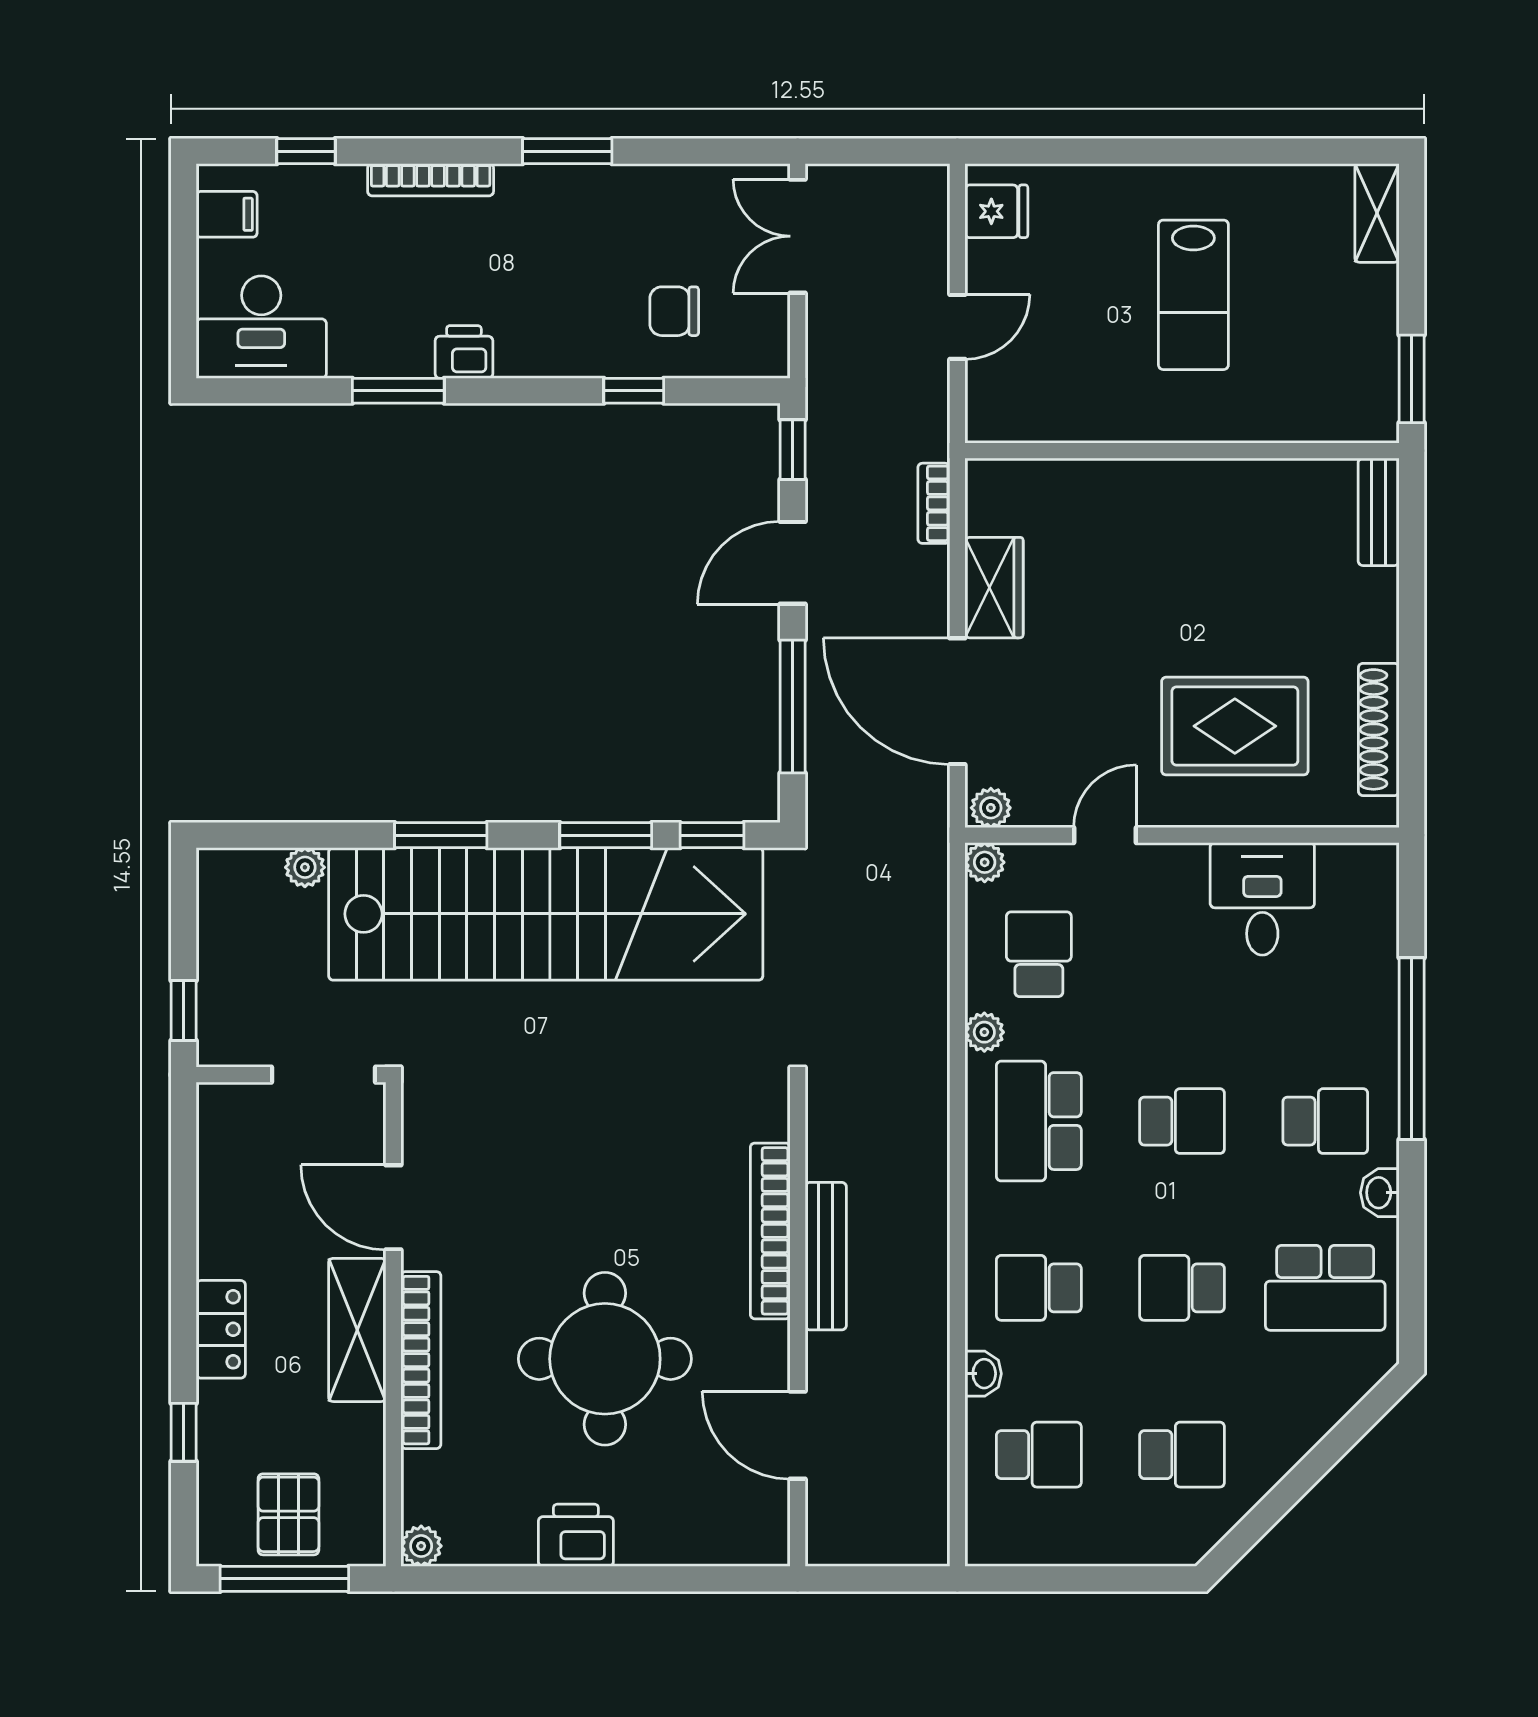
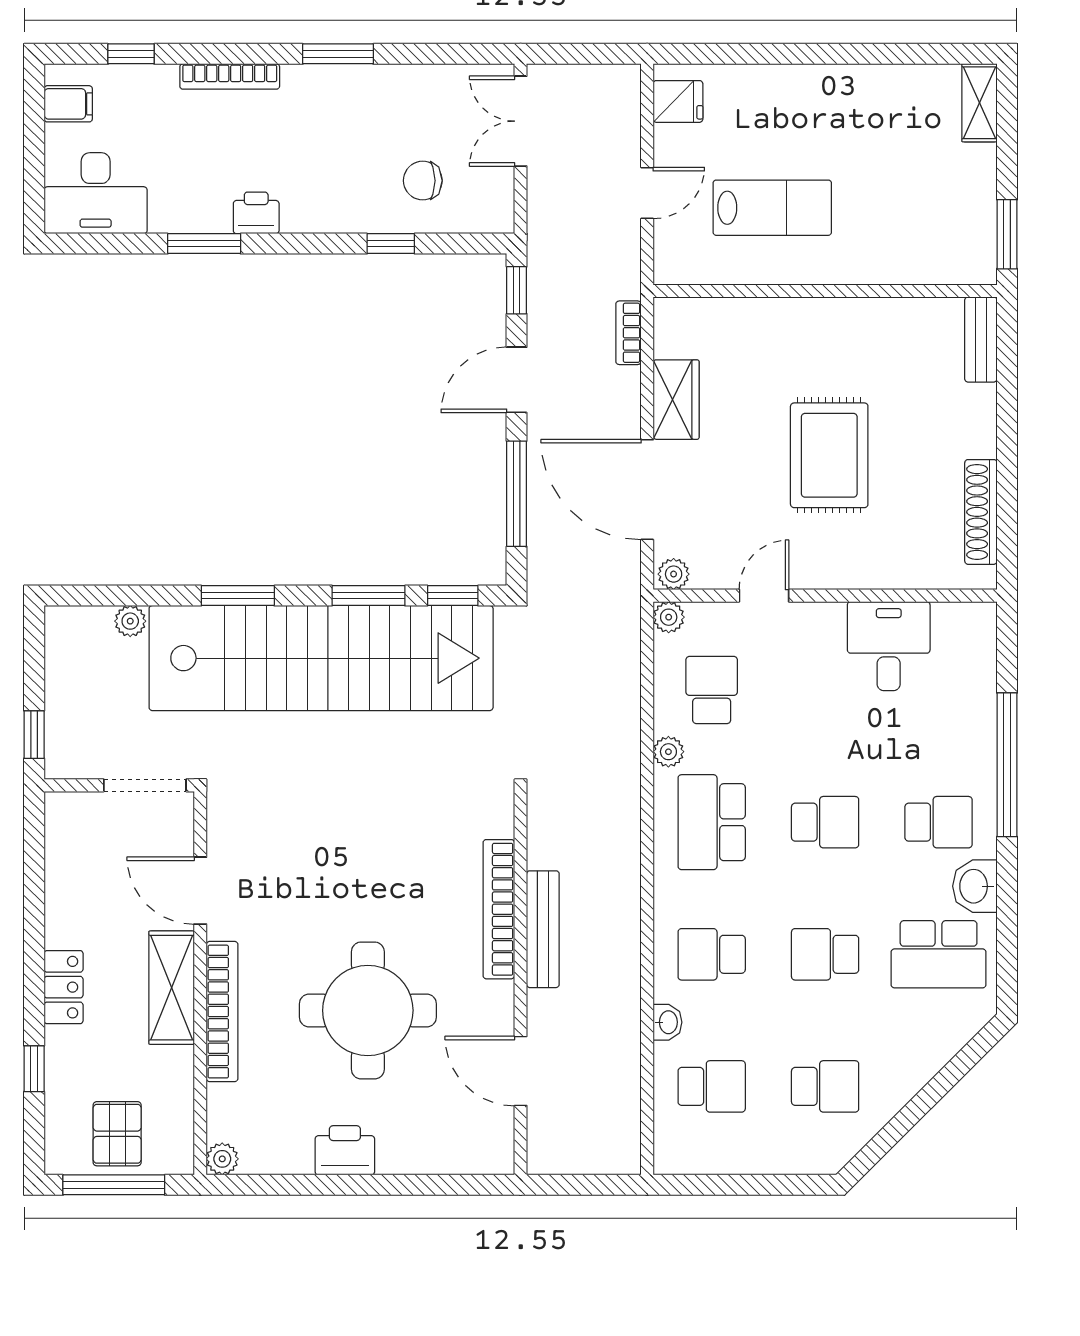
lab bench: (1193, 295) -> (772, 208), moved, turned -90
rug: (1235, 726) -> (829, 455), moved, turned 90
washbasin: (1380, 1193) -> (975, 886), width x1.38, depth x1.45

